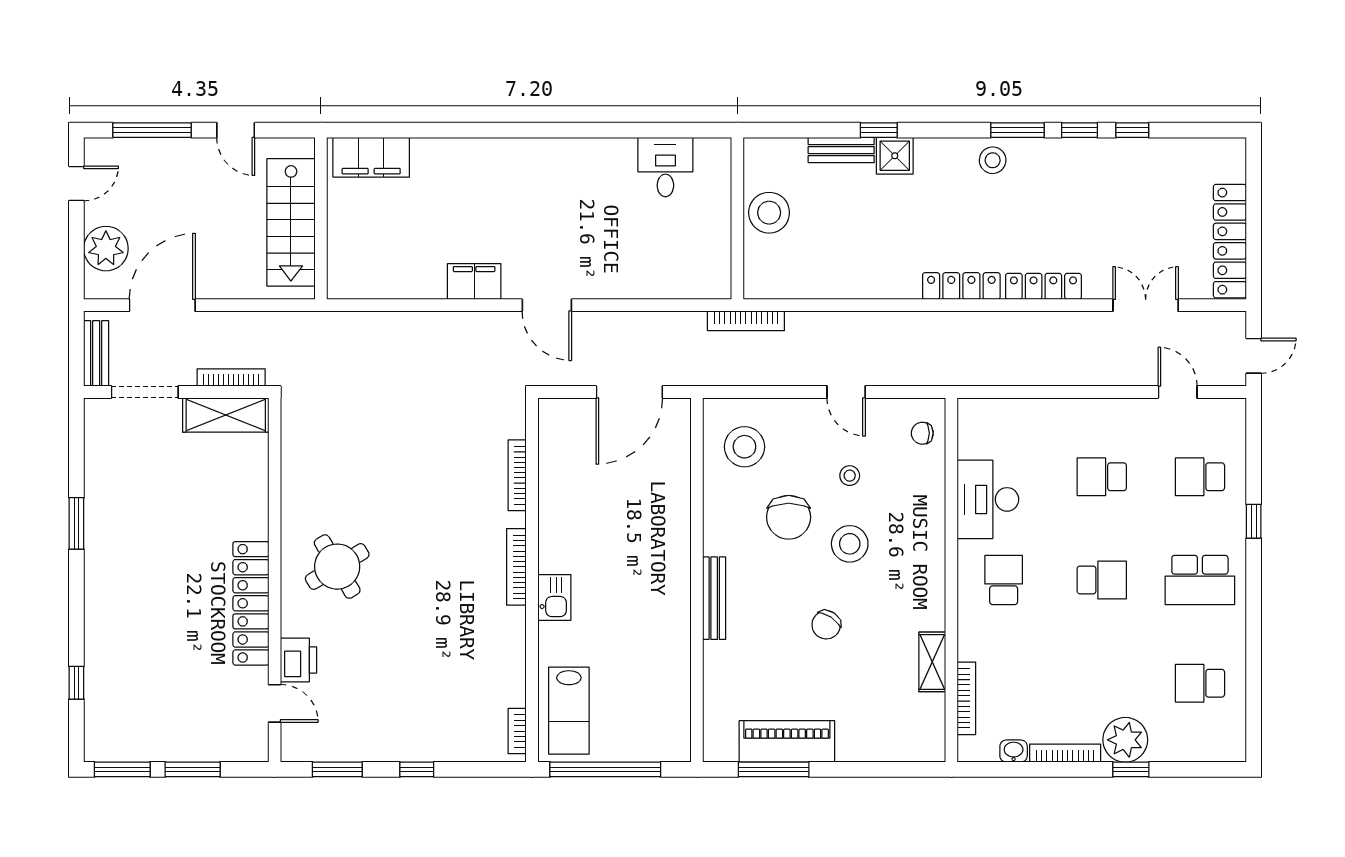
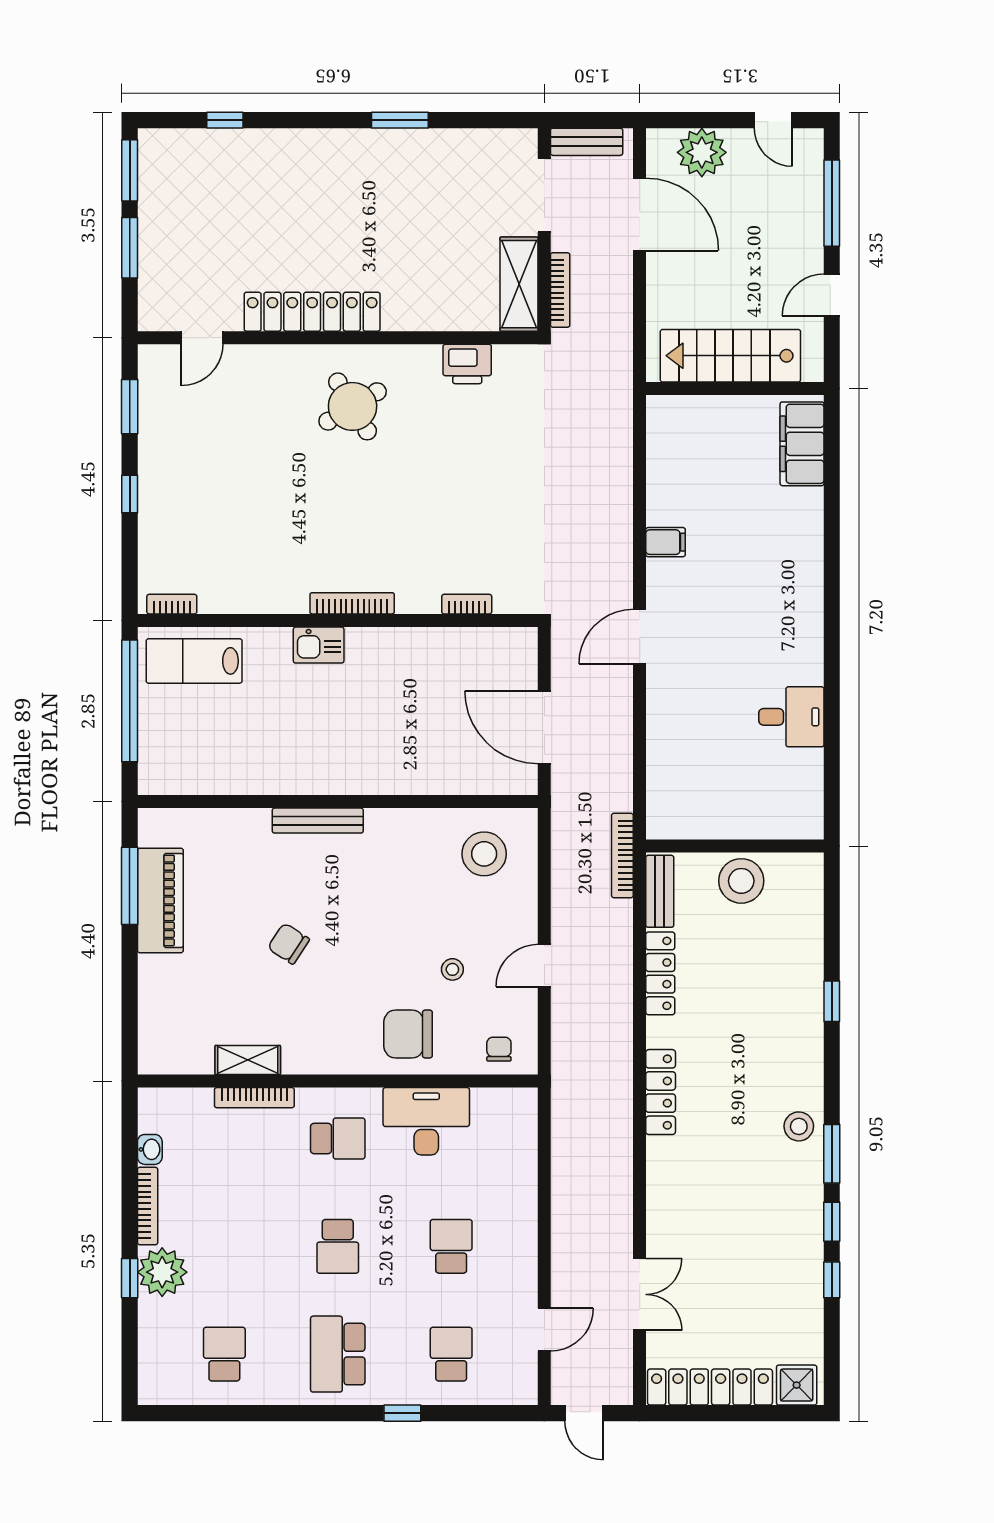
bench: (841, 150) -> (660, 891), moved
shower: (895, 156) -> (797, 1385), moved
desk: (665, 167) -> (791, 717), moved
filing cabinet: (474, 282) -> (666, 542), width x0.50
locker: (1043, 286) -> (660, 973), moved
bookcase: (517, 475) -> (467, 604), width x0.64
chair: (789, 517) -> (408, 1034), moved
stool: (850, 544) -> (377, 969), removed
printer: (298, 660) -> (467, 364), moved
bookcase: (966, 698) -> (254, 1098), moved

